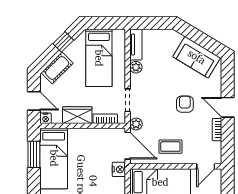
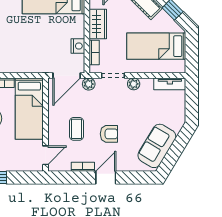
plant: (136, 67) -> (134, 84), moved
coffee table: (170, 147) -> (76, 129), moved
door: (206, 166) -> (45, 155), swing flipped
nightstand: (119, 169) -> (78, 46), moved, turned -90

